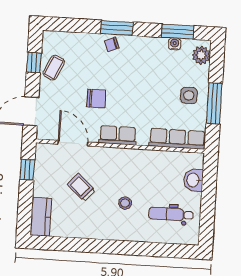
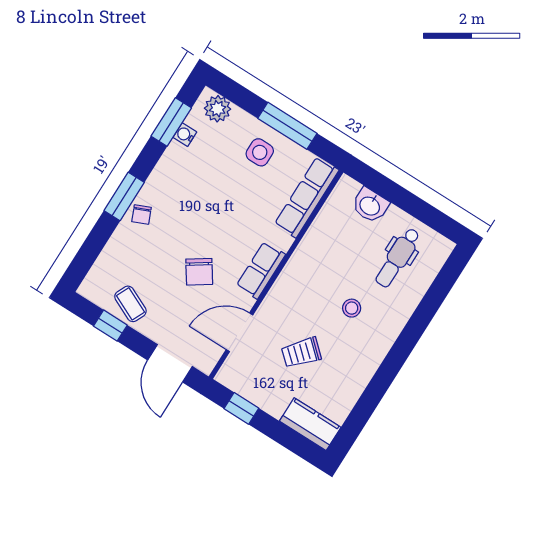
chair: (96, 99) -> (199, 272), turned 146

